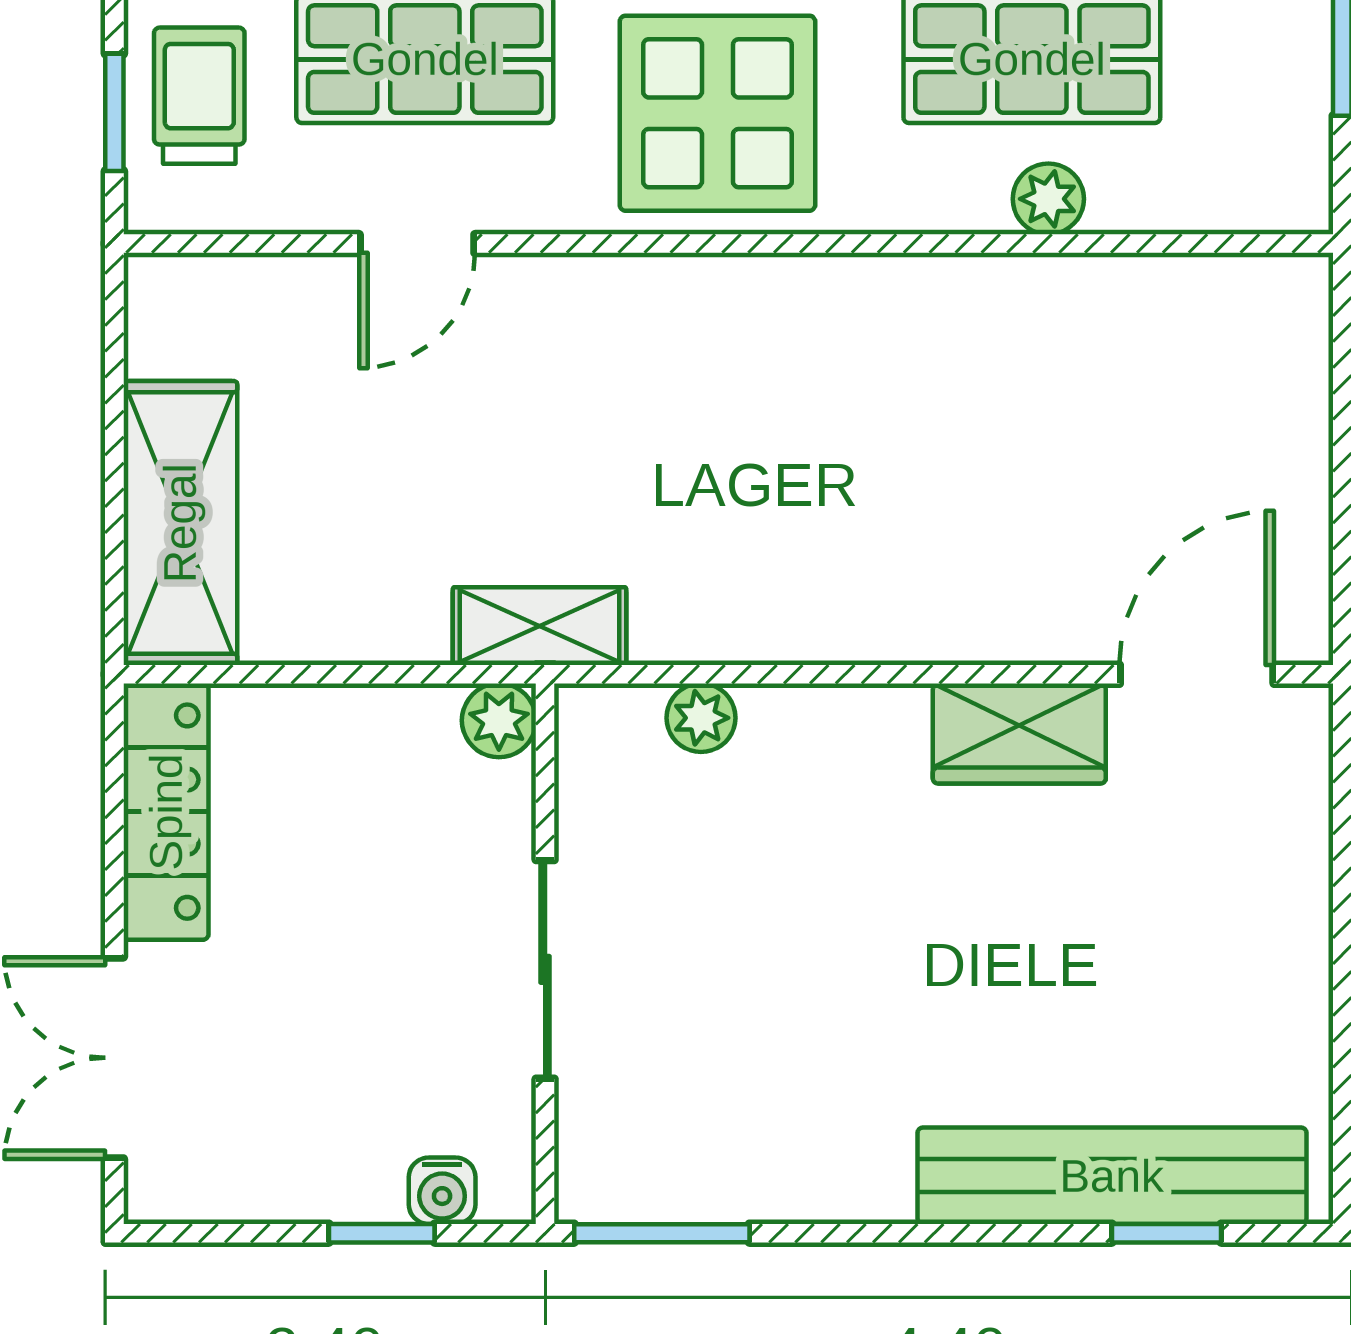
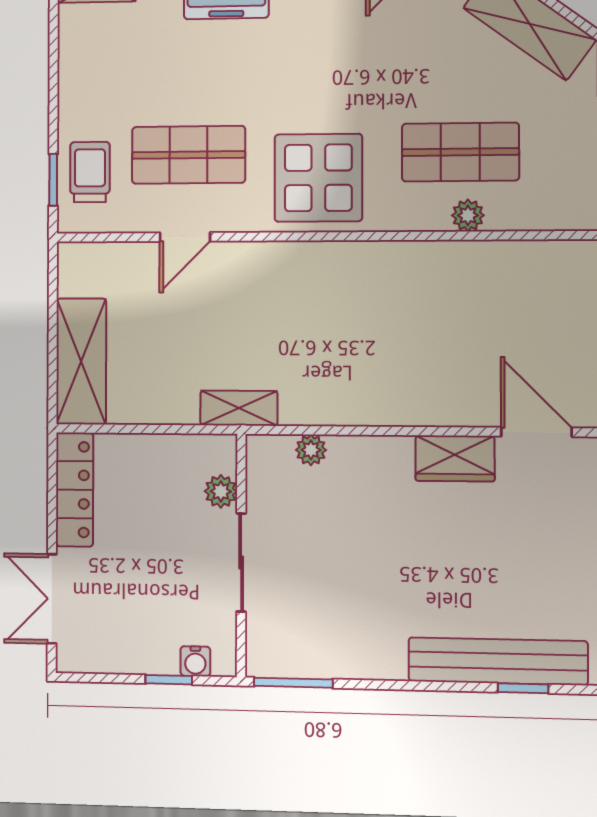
door: (1197, 674) -> (536, 432), hinge flipped
plant: (499, 720) -> (221, 491), moved

